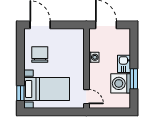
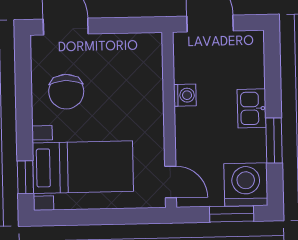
chair: (40, 55) -> (66, 92), turned 180
washing machine: (121, 83) -> (246, 185), moved, turned 90
window: (114, 112) -> (232, 214), added

